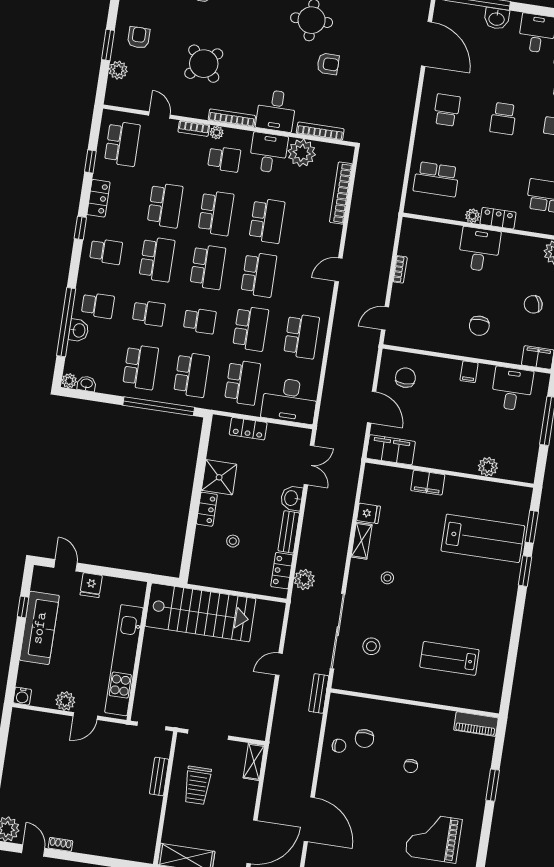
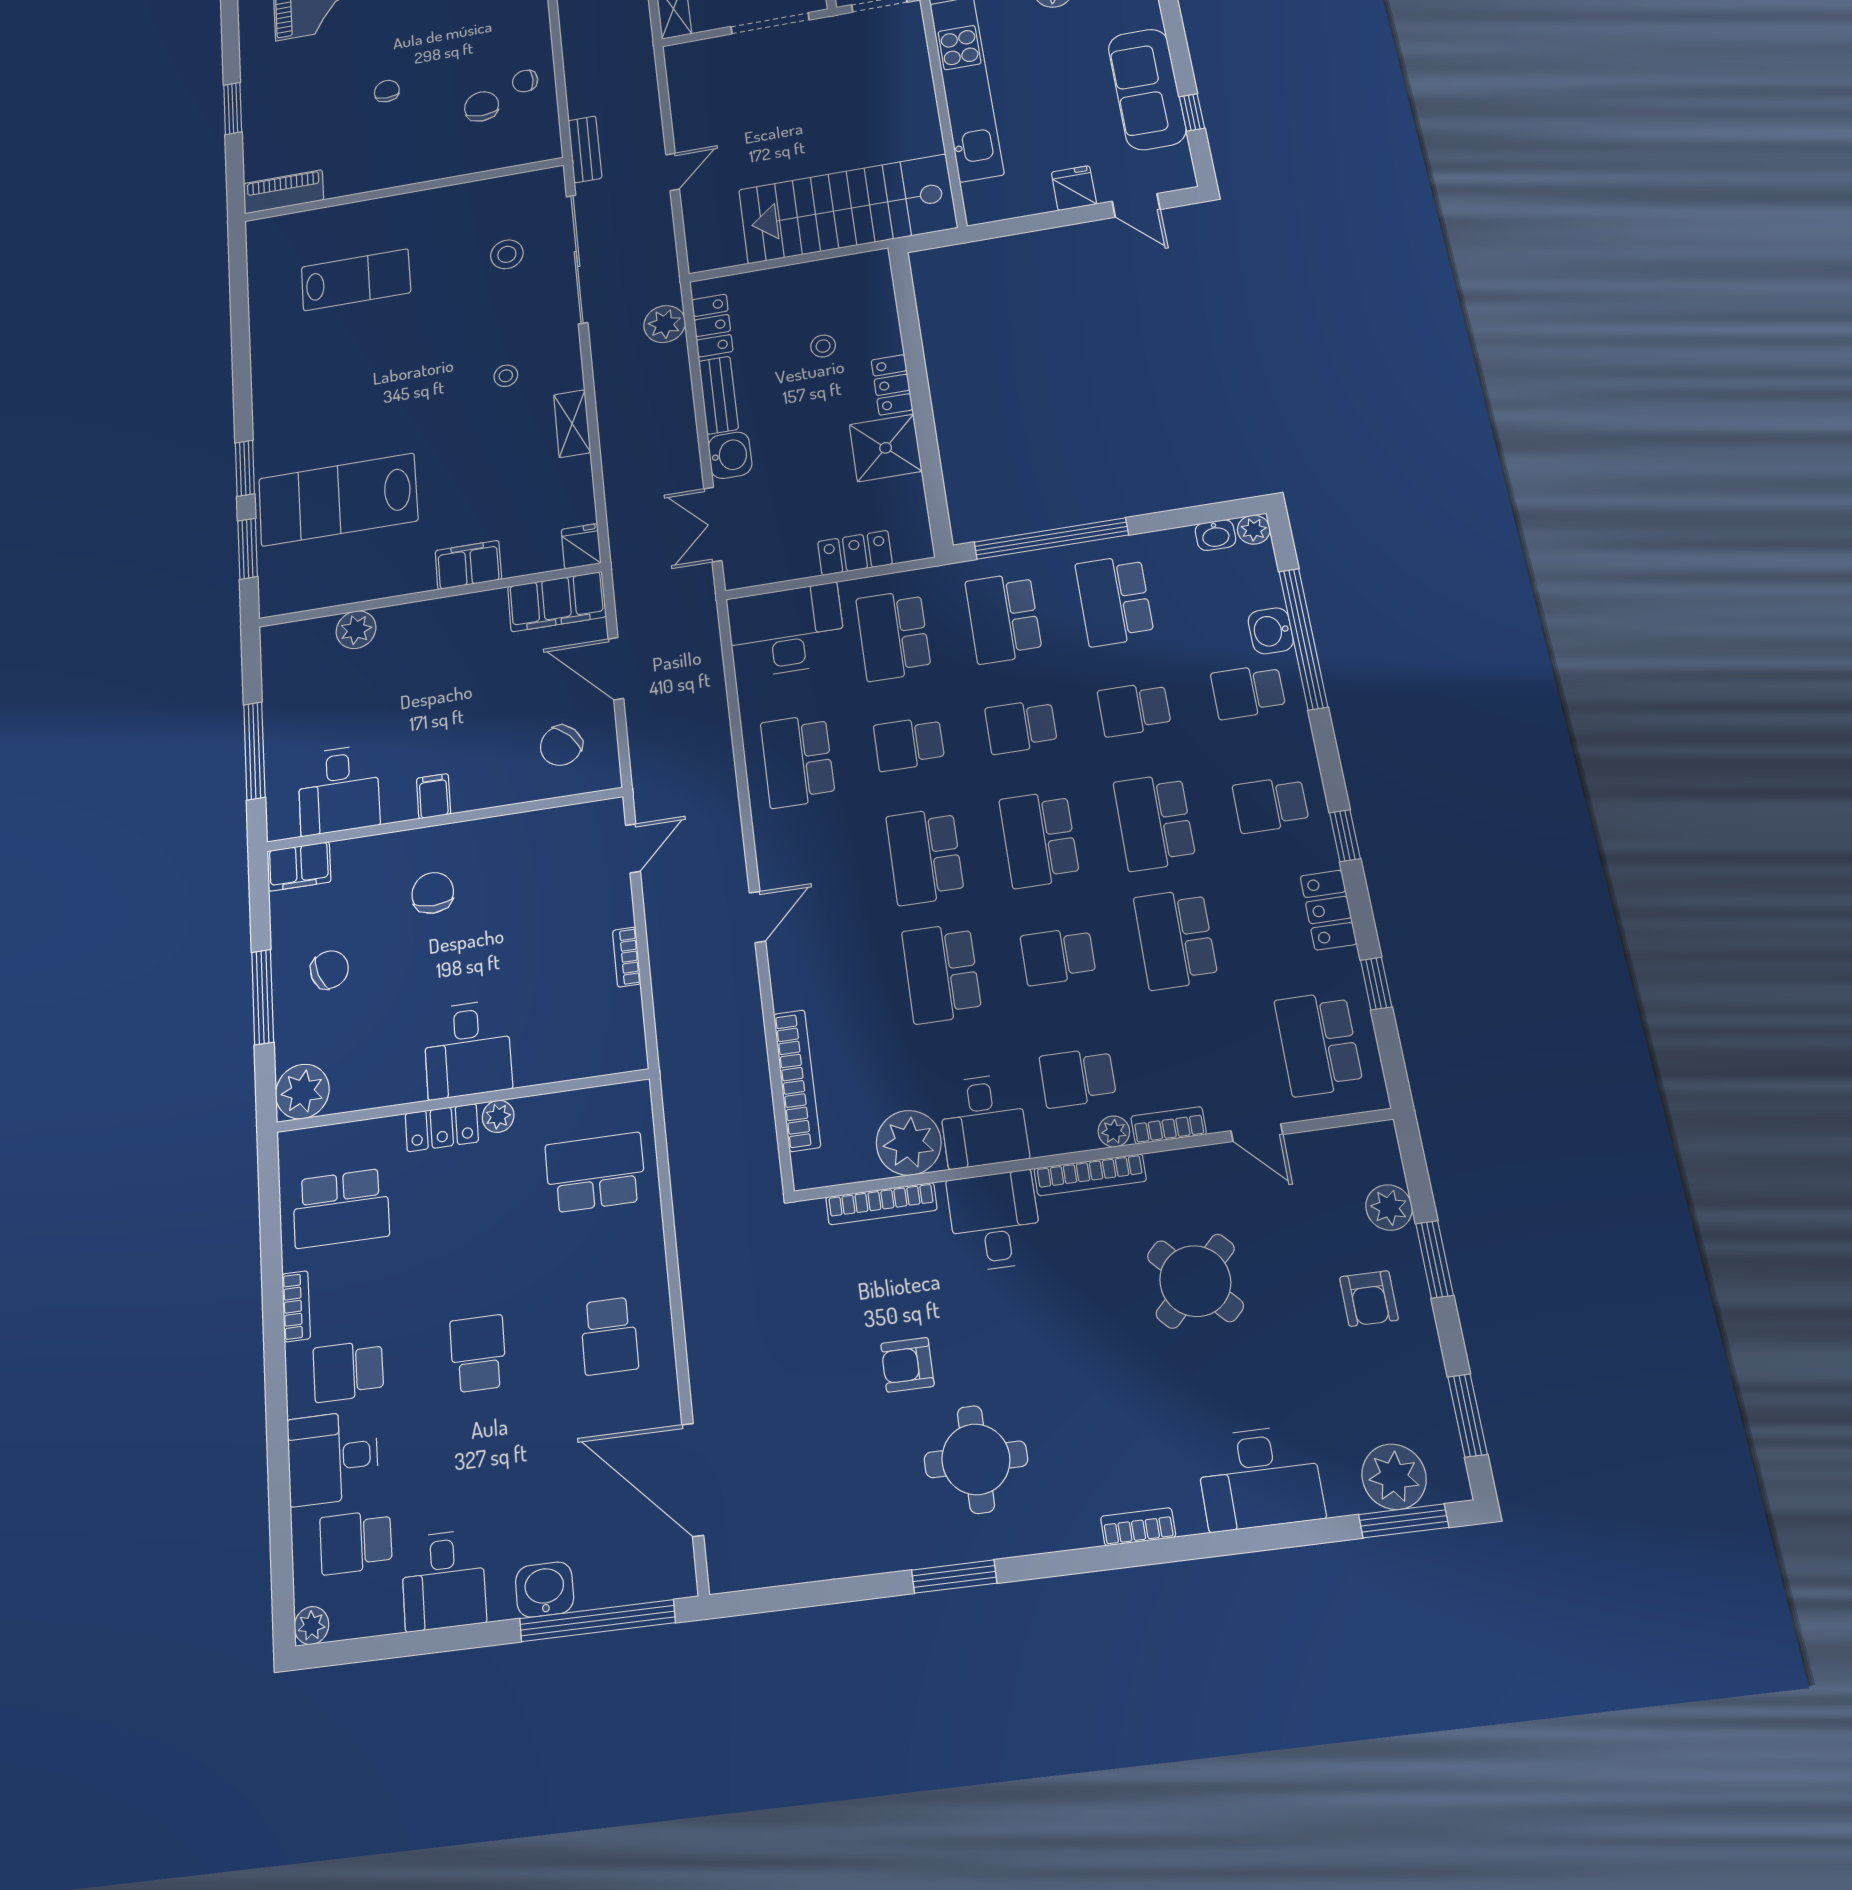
school desk: (216, 213) -> (1058, 956), width x0.54
school desk: (251, 328) -> (909, 744), width x0.54
chair: (405, 378) -> (561, 746), turned 47
fridge: (368, 513) -> (581, 546), moved, turned 90

